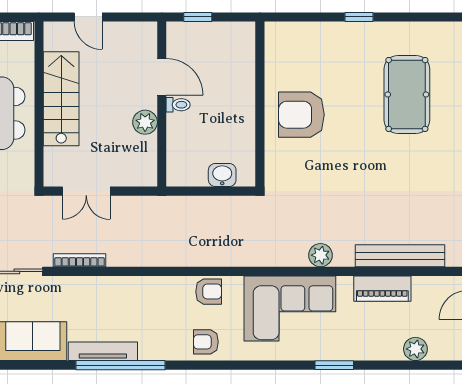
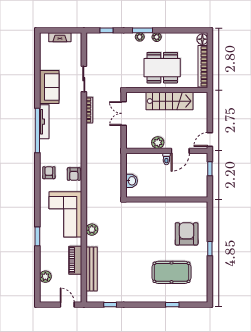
door: (88, 17) -> (210, 139), moved
armchair: (301, 115) -> (187, 234), moved

